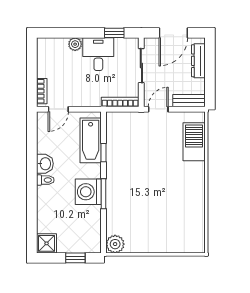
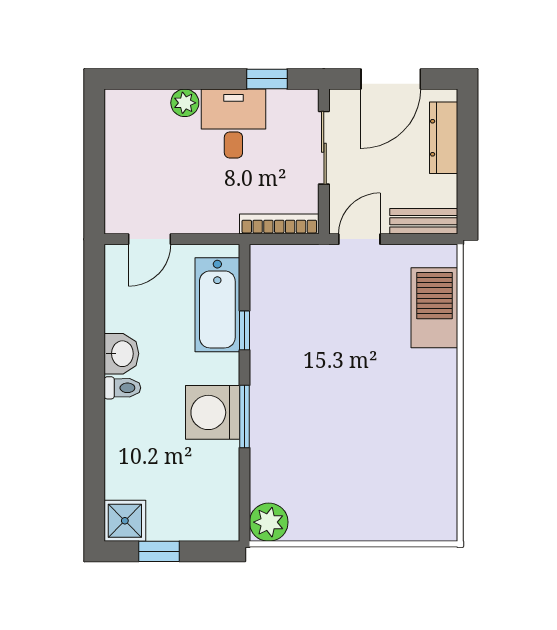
bookcase: (42, 91) -> (115, 201), removed
window: (75, 258) -> (159, 551), moved

